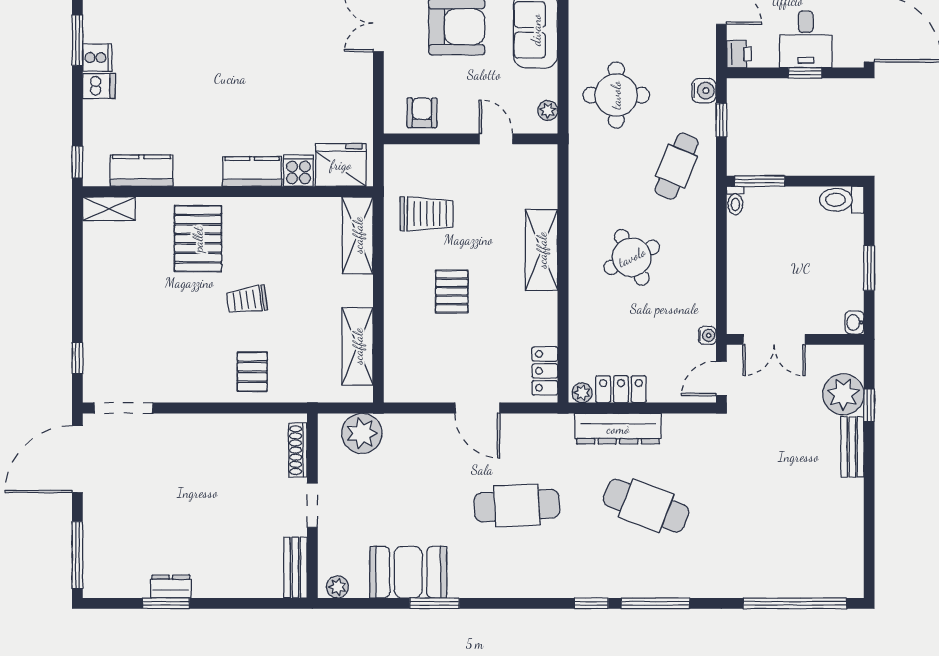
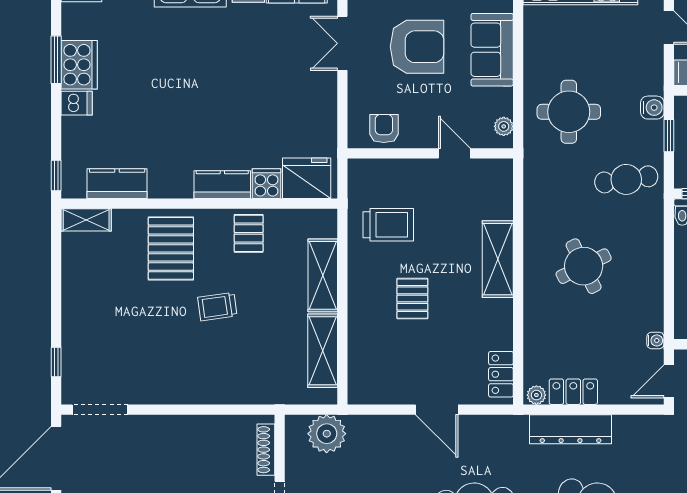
cooker: (97, 58) -> (79, 65), width x1.87, depth x1.31
cafe table: (677, 166) -> (626, 179), turned 59
shelving: (358, 235) -> (323, 275), moved
pallet: (252, 372) -> (249, 233), moved

